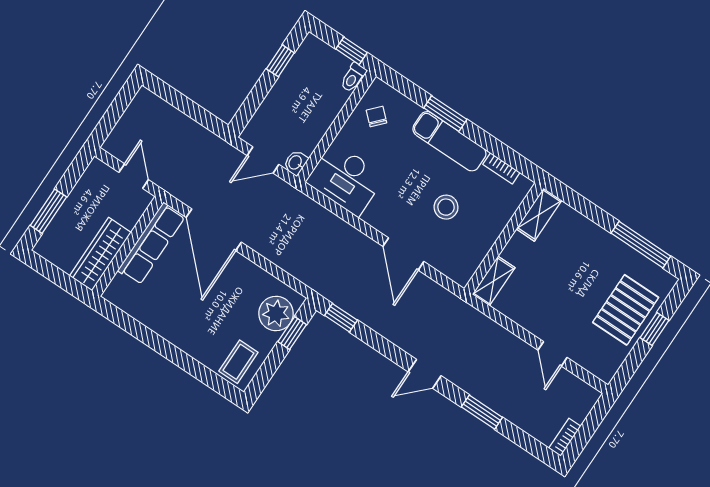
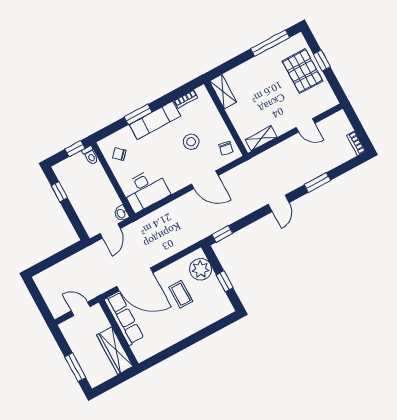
chair: (462, 260) -> (226, 148), added
shelving: (494, 281) -> (261, 138), moved, turned 90
window: (292, 333) -> (225, 281), moved
coffee table: (238, 362) -> (181, 294), moved

